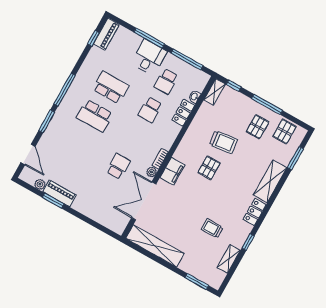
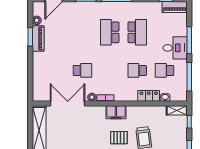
filing cabinet: (173, 171) -> (116, 112), moved

